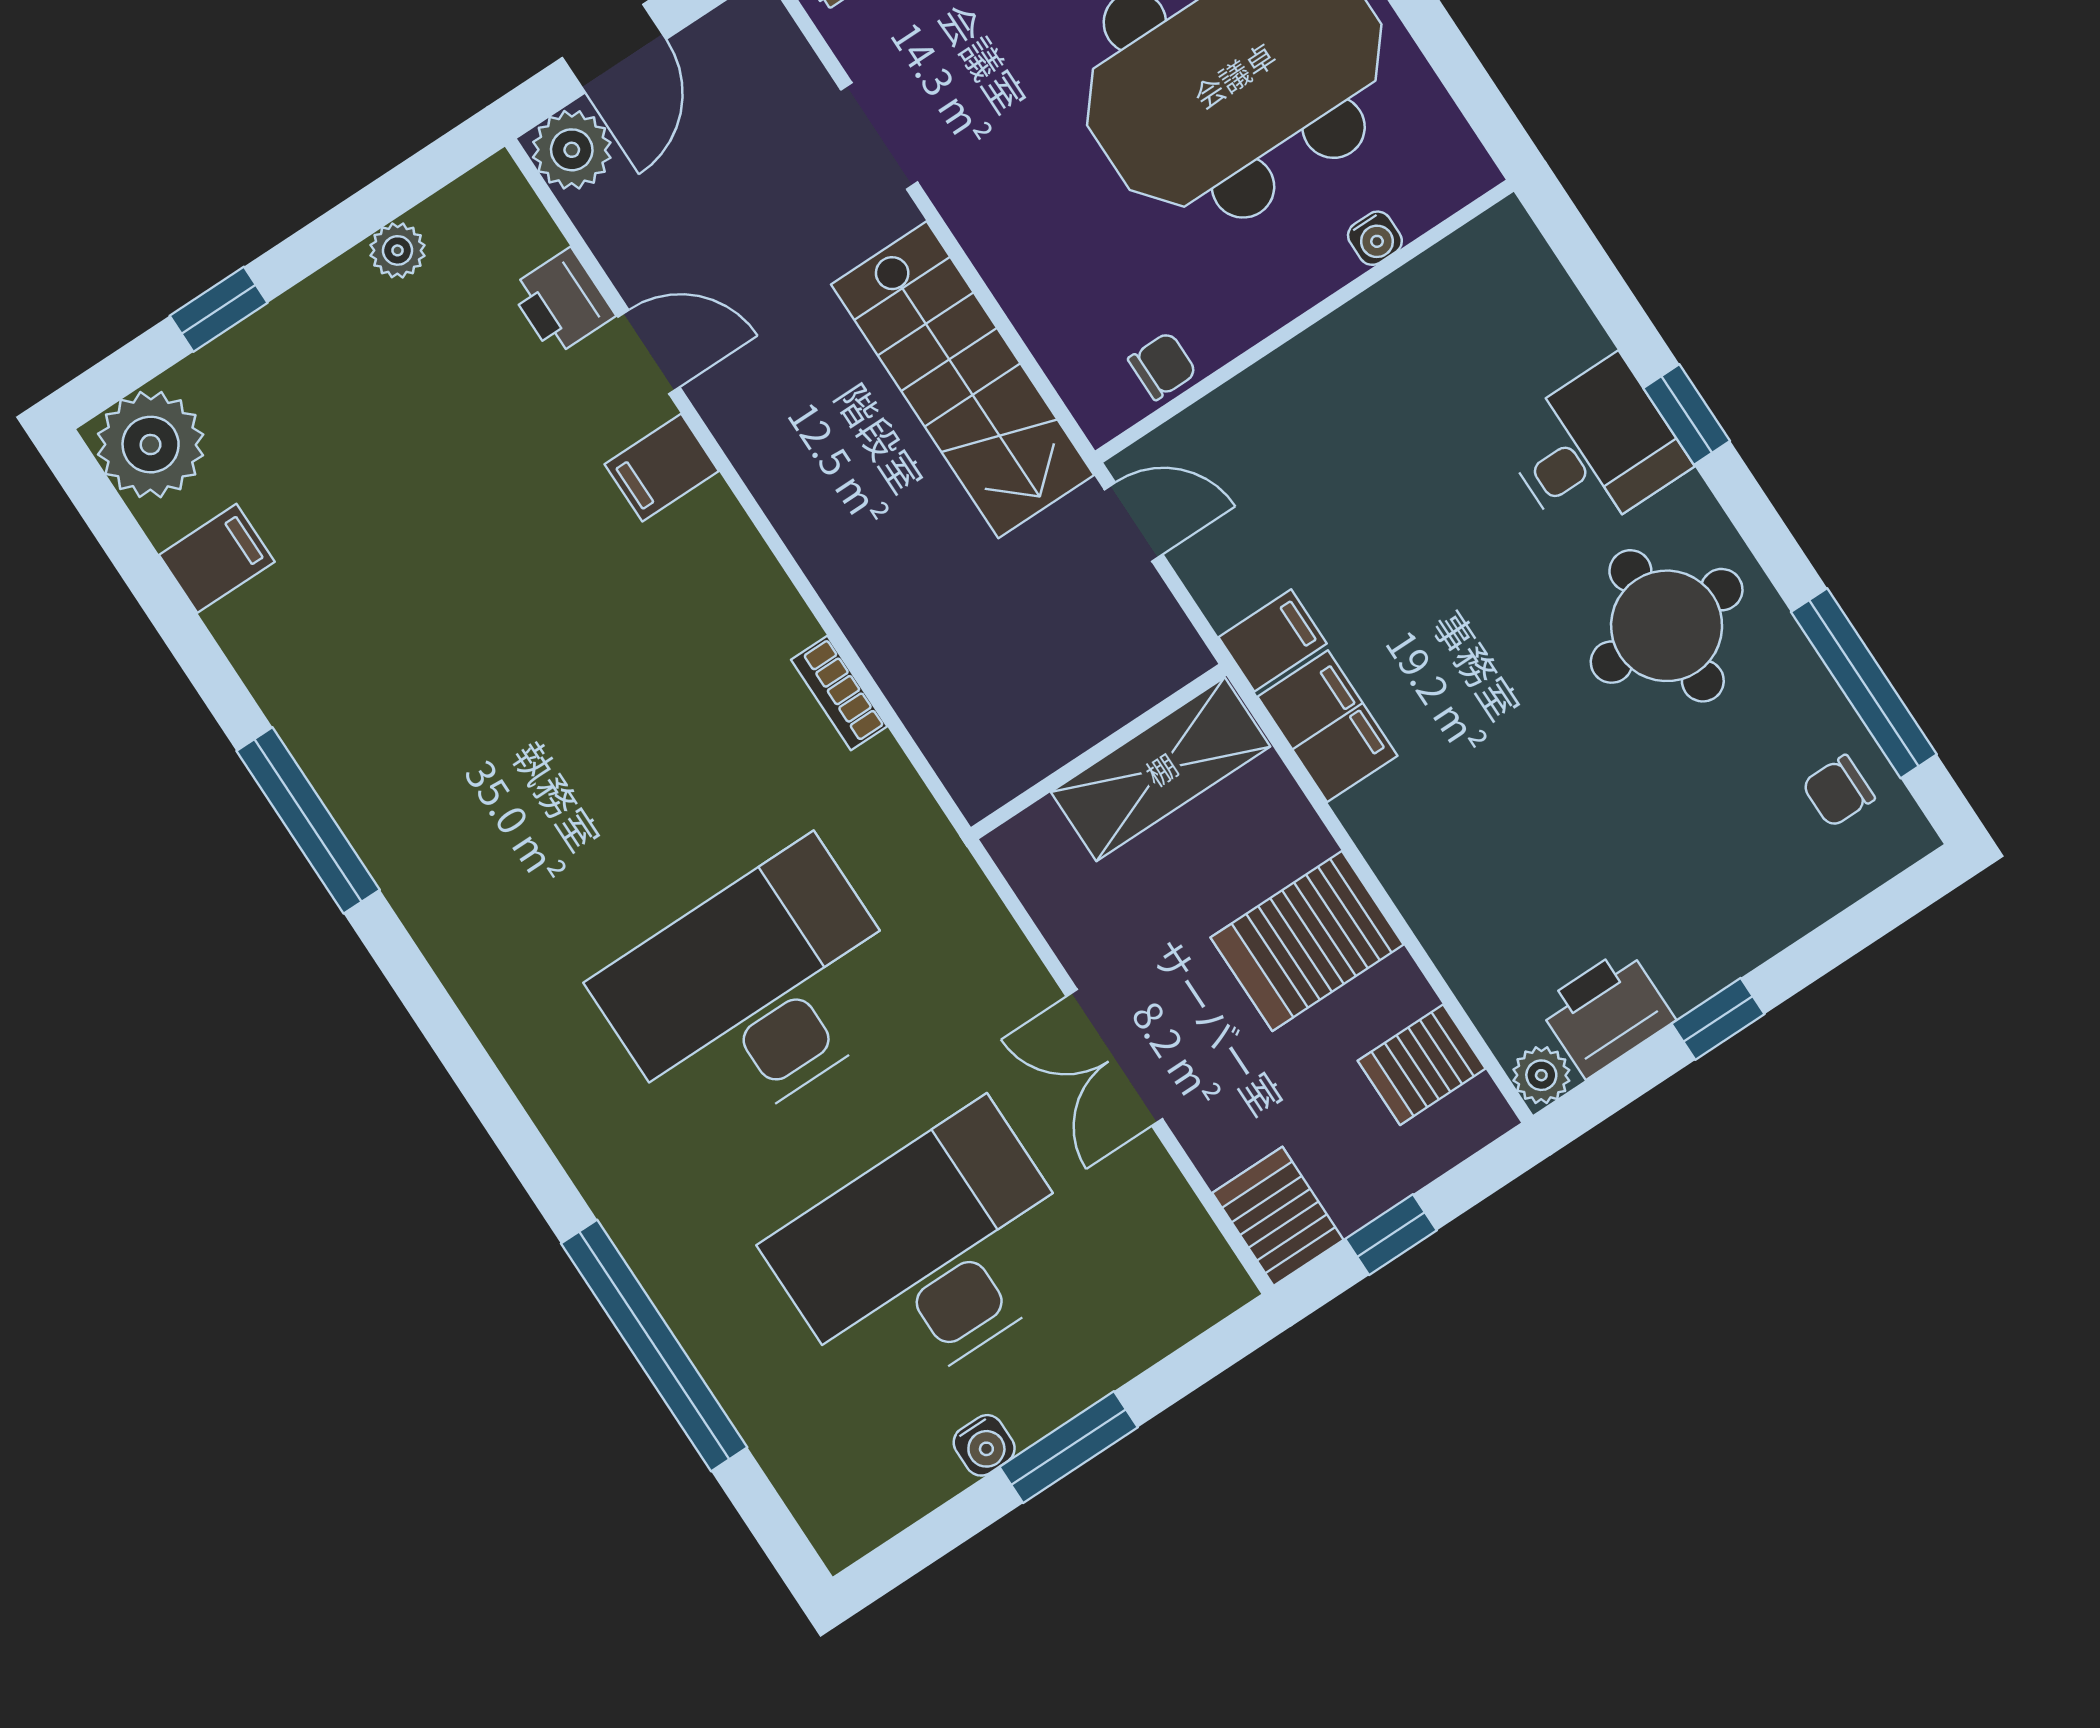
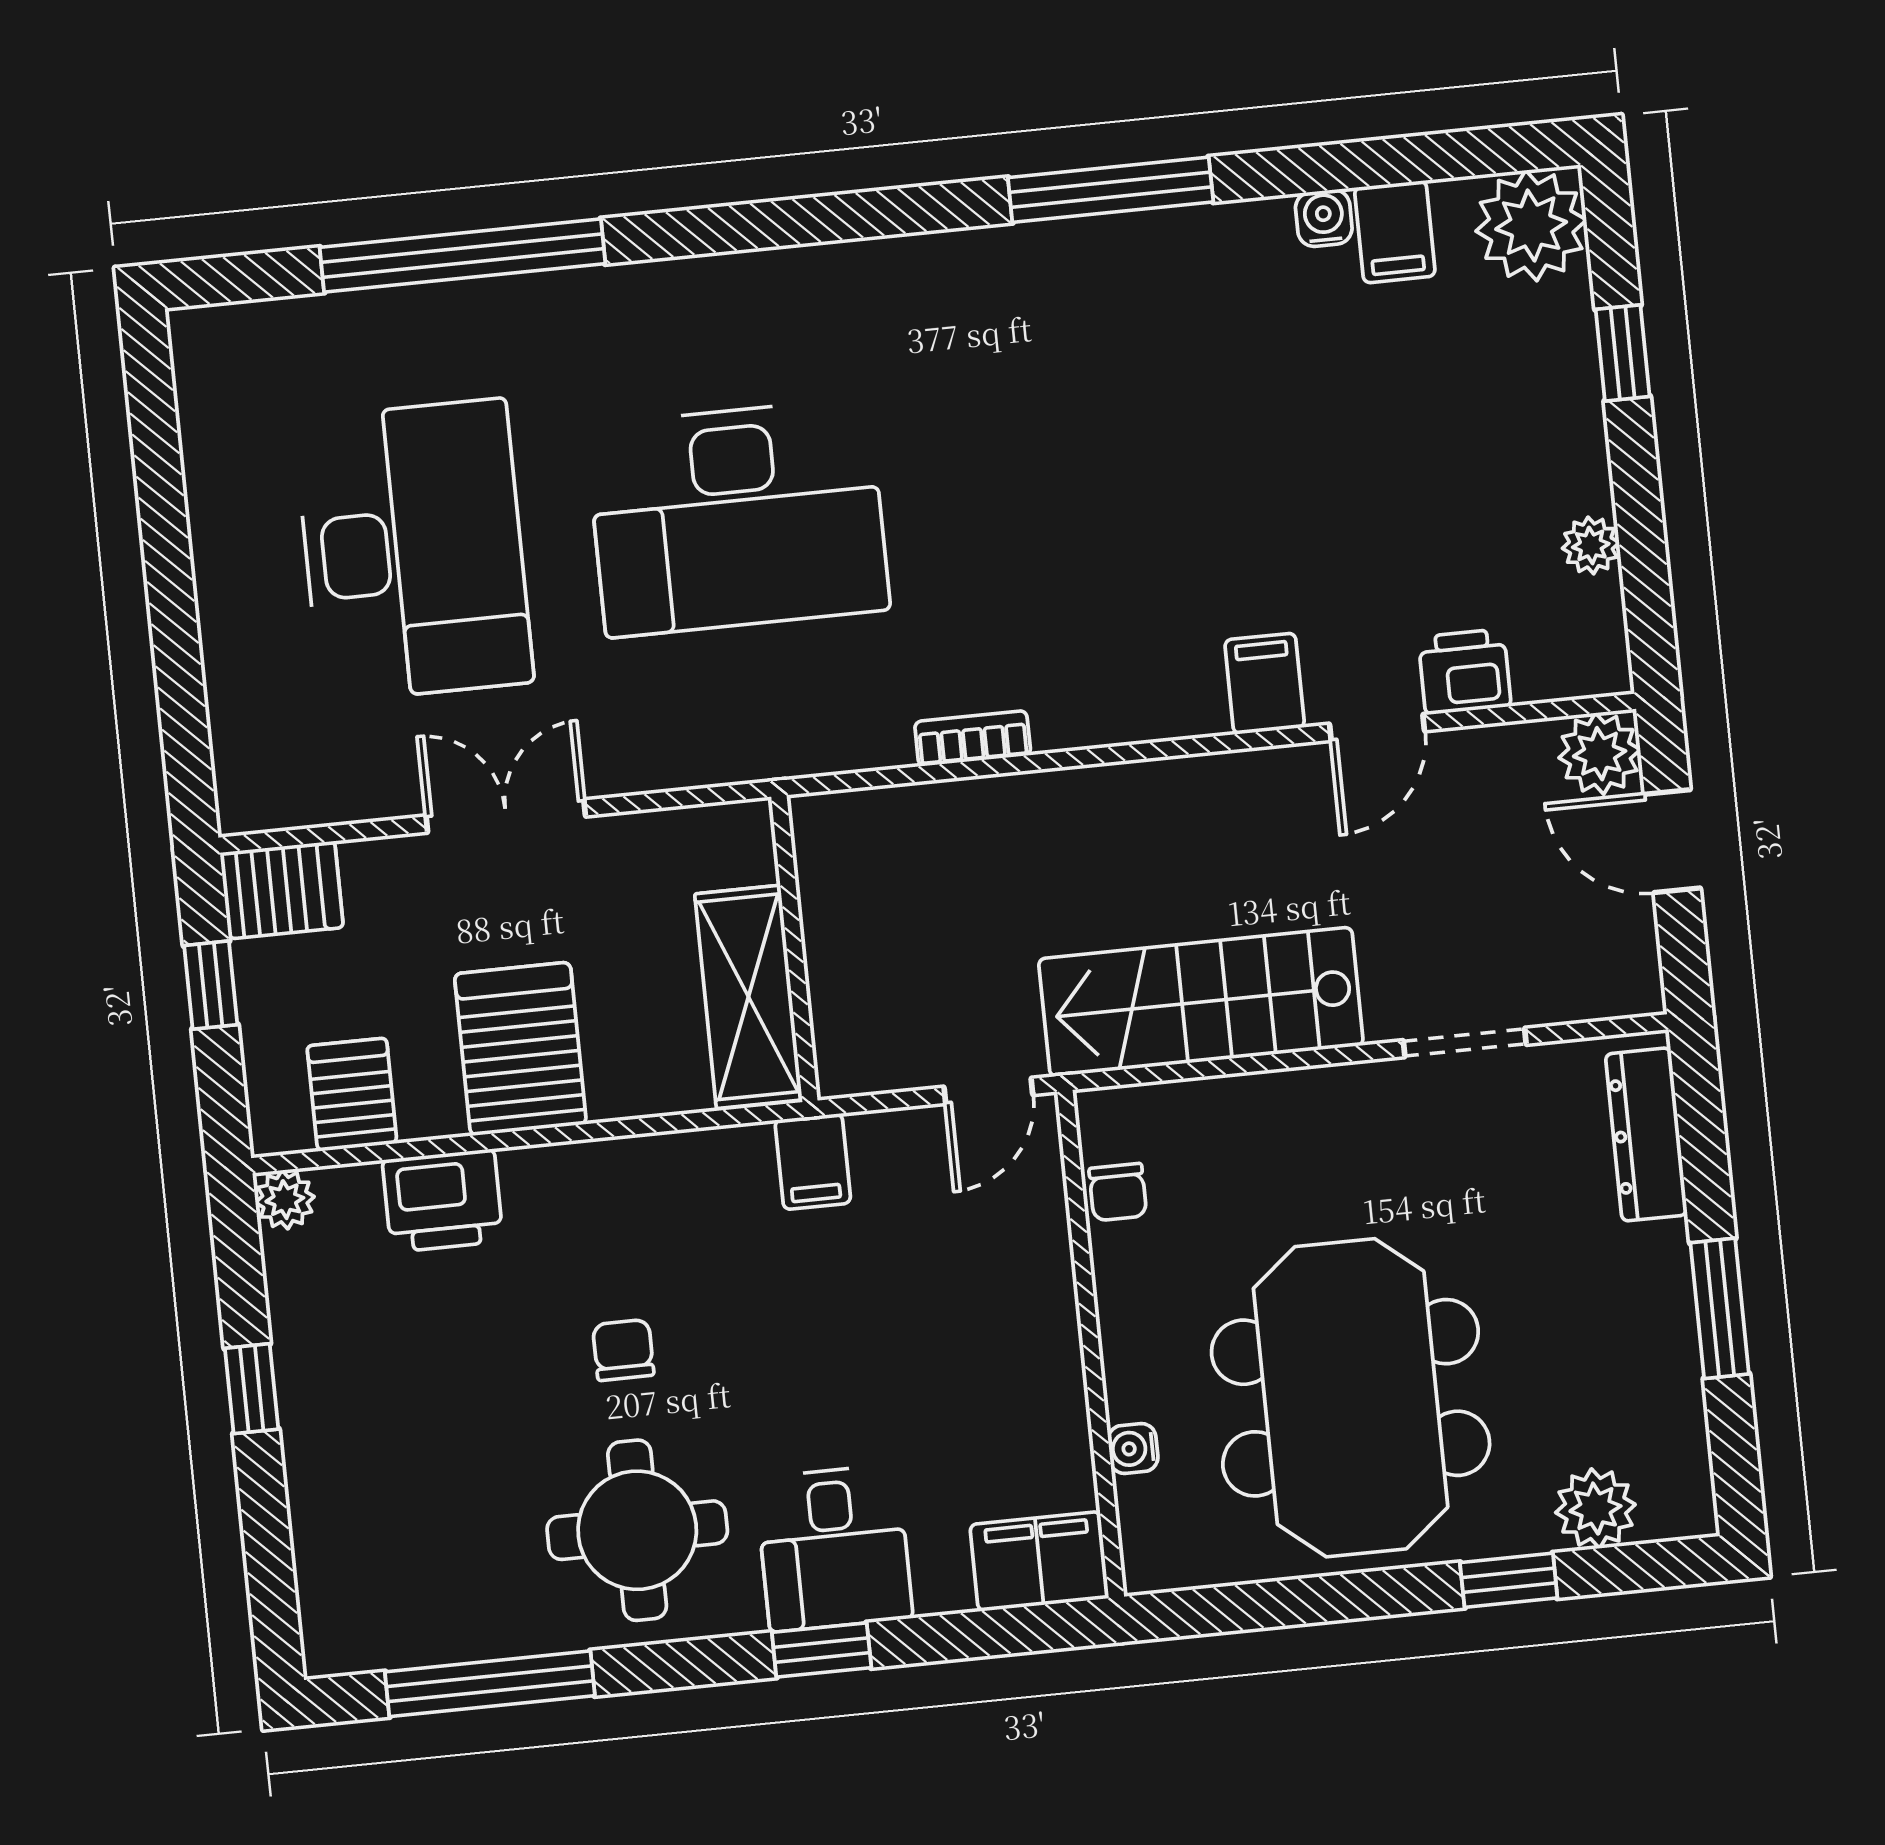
filing cabinet: (1328, 726) -> (1039, 1561), moved, turned 180
chair: (1838, 791) -> (623, 1350), moved
desk: (755, 993) -> (738, 518), turned 90
printer: (1606, 1013) -> (443, 1201), moved, turned 90
water cooler: (984, 1445) -> (1324, 218), moved, turned 90
window: (1069, 1447) -> (170, 587), removed

